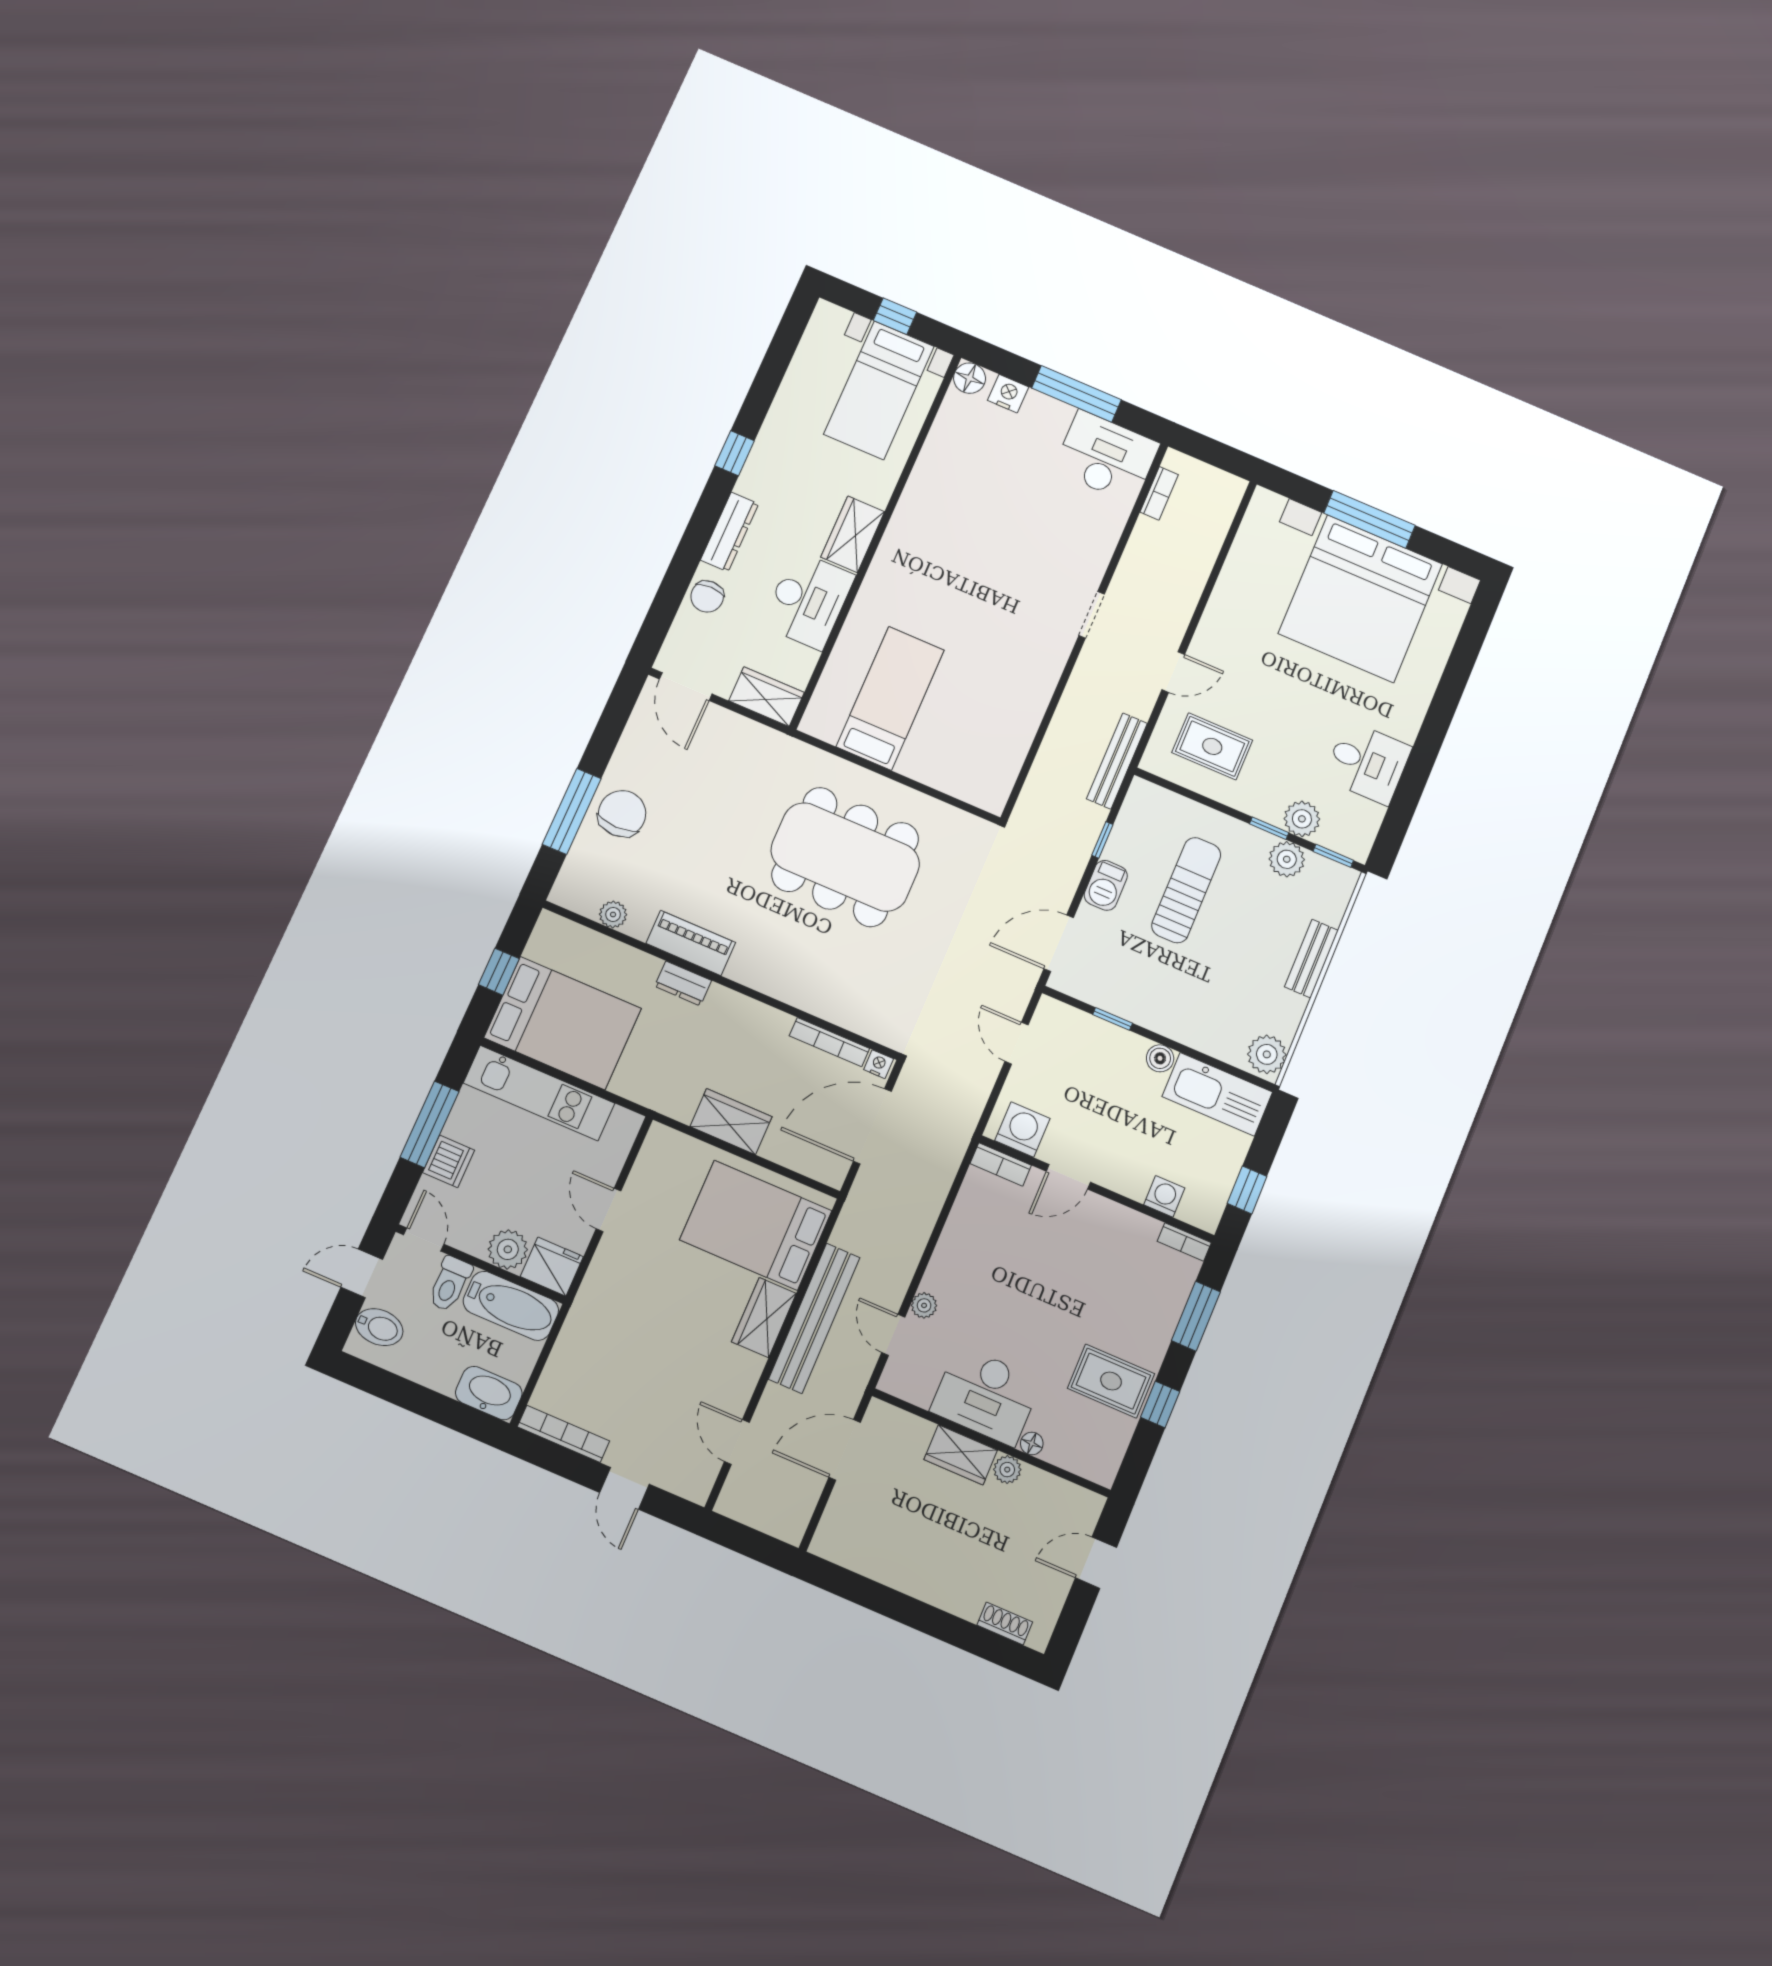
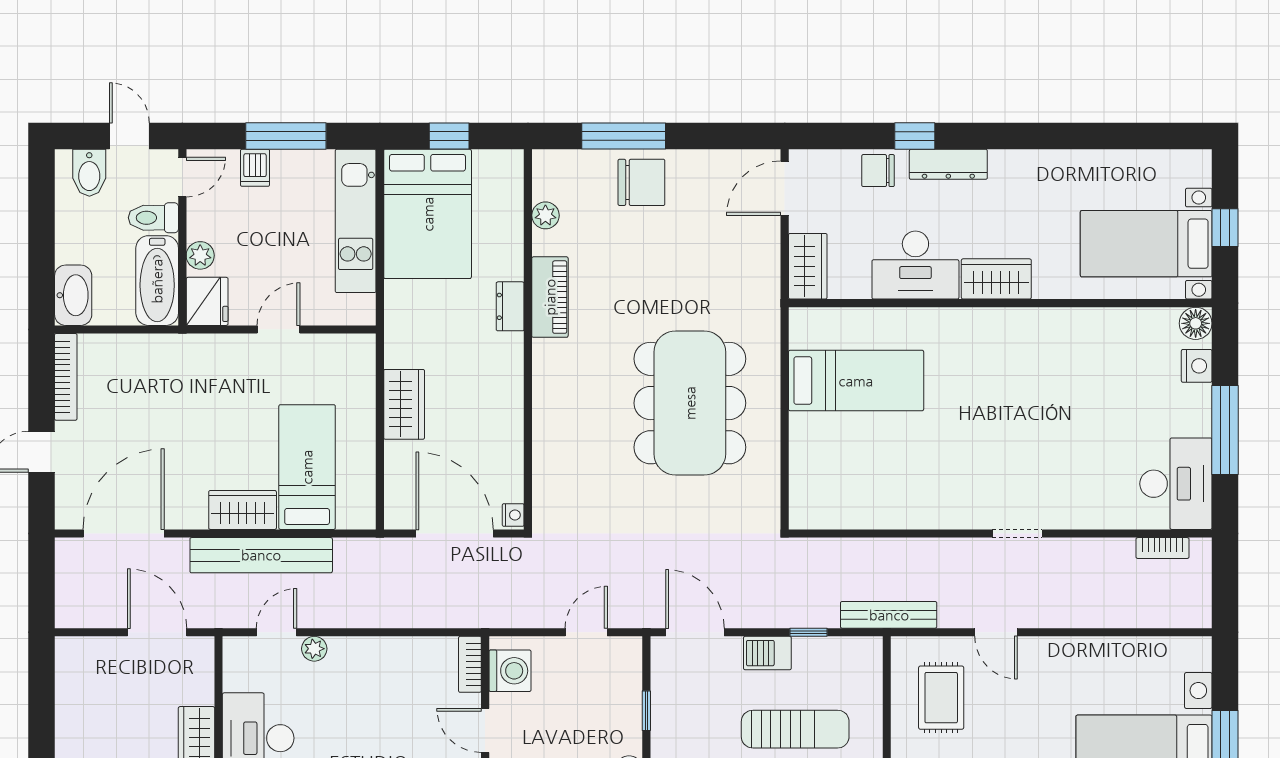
window: (735, 453) -> (915, 136), moved
bookcase: (829, 1042) -> (514, 462), removed
dishwasher: (449, 1161) -> (255, 168), width x0.73
bed: (756, 1225) -> (307, 467), width x0.67
plant: (508, 1249) -> (200, 255), width x0.73, depth x0.73
door: (737, 1442) -> (124, 534), width x1.88

